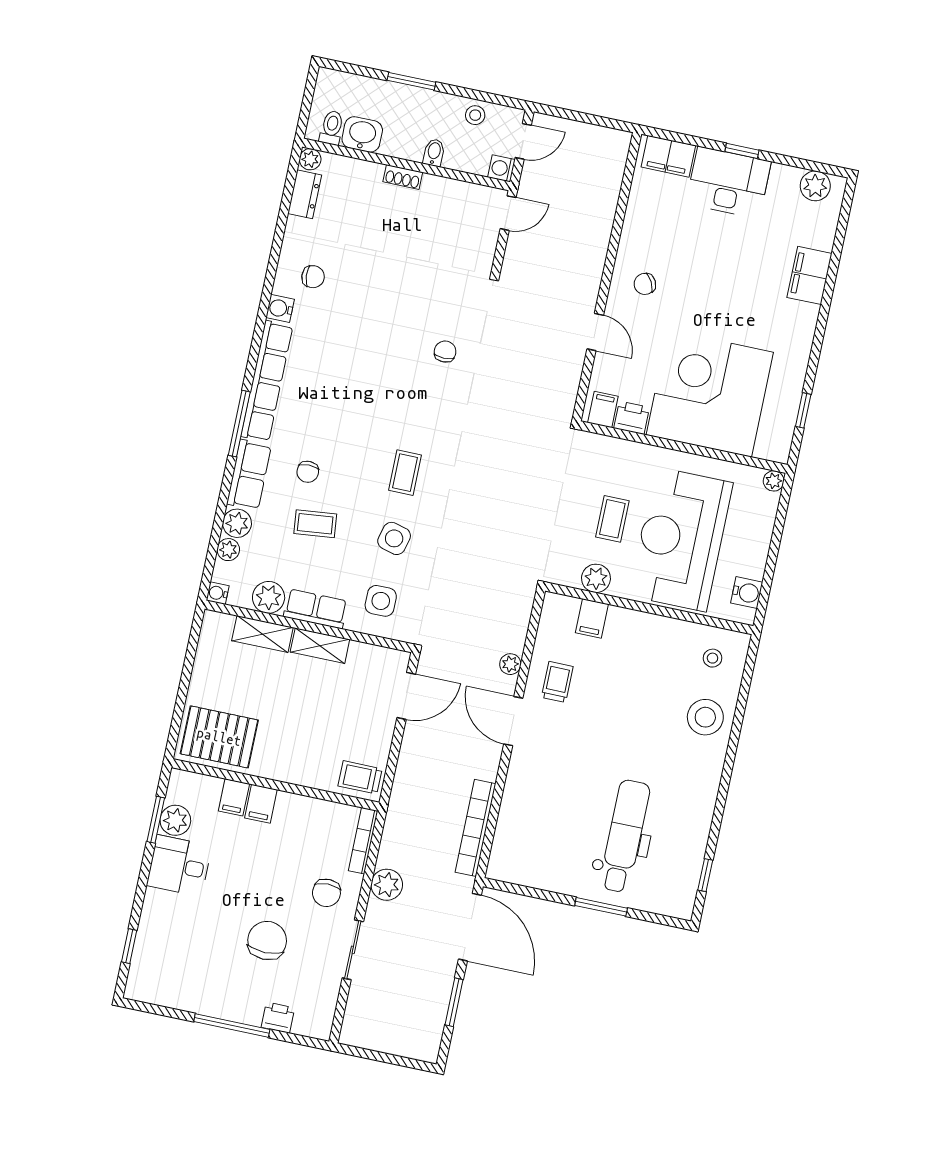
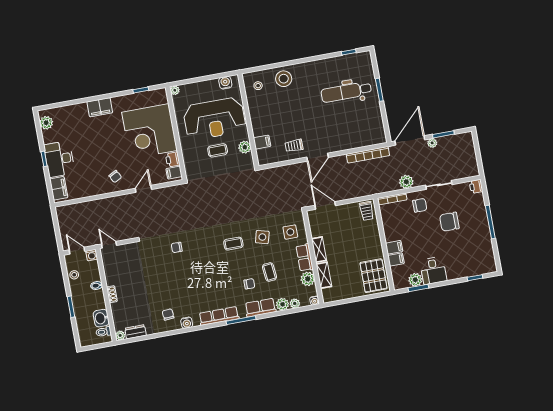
filing cabinet: (809, 275) -> (100, 107), moved
row of seats: (267, 381) -> (219, 316), width x0.73
plant: (510, 664) -> (432, 143), moved
printer: (278, 1018) -> (476, 186), moved

